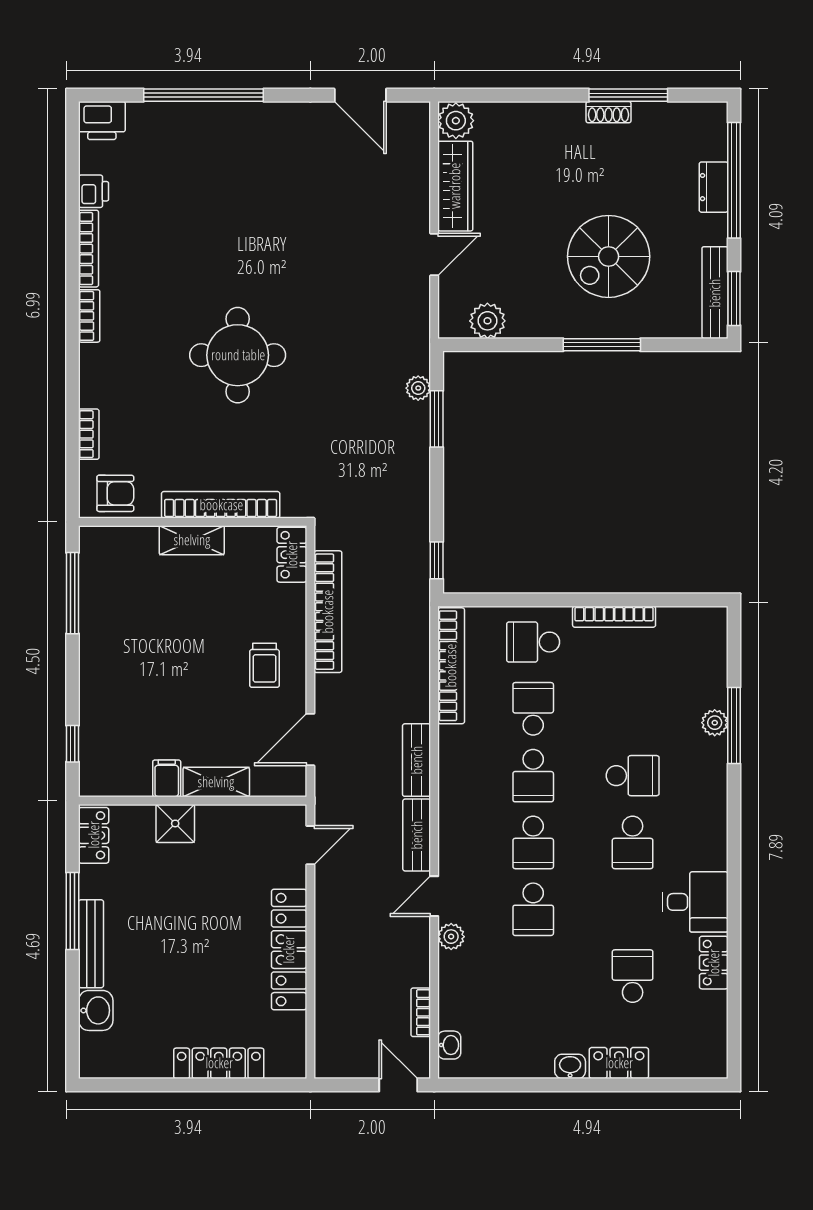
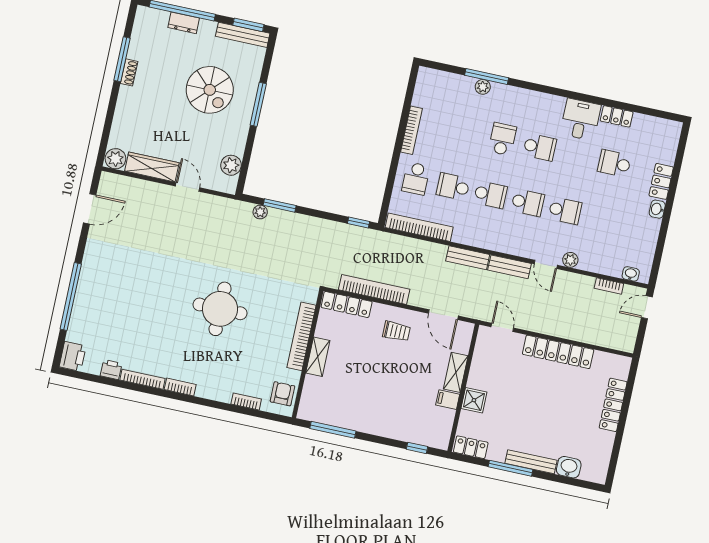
locker: (292, 555) -> (347, 304), width x1.53

